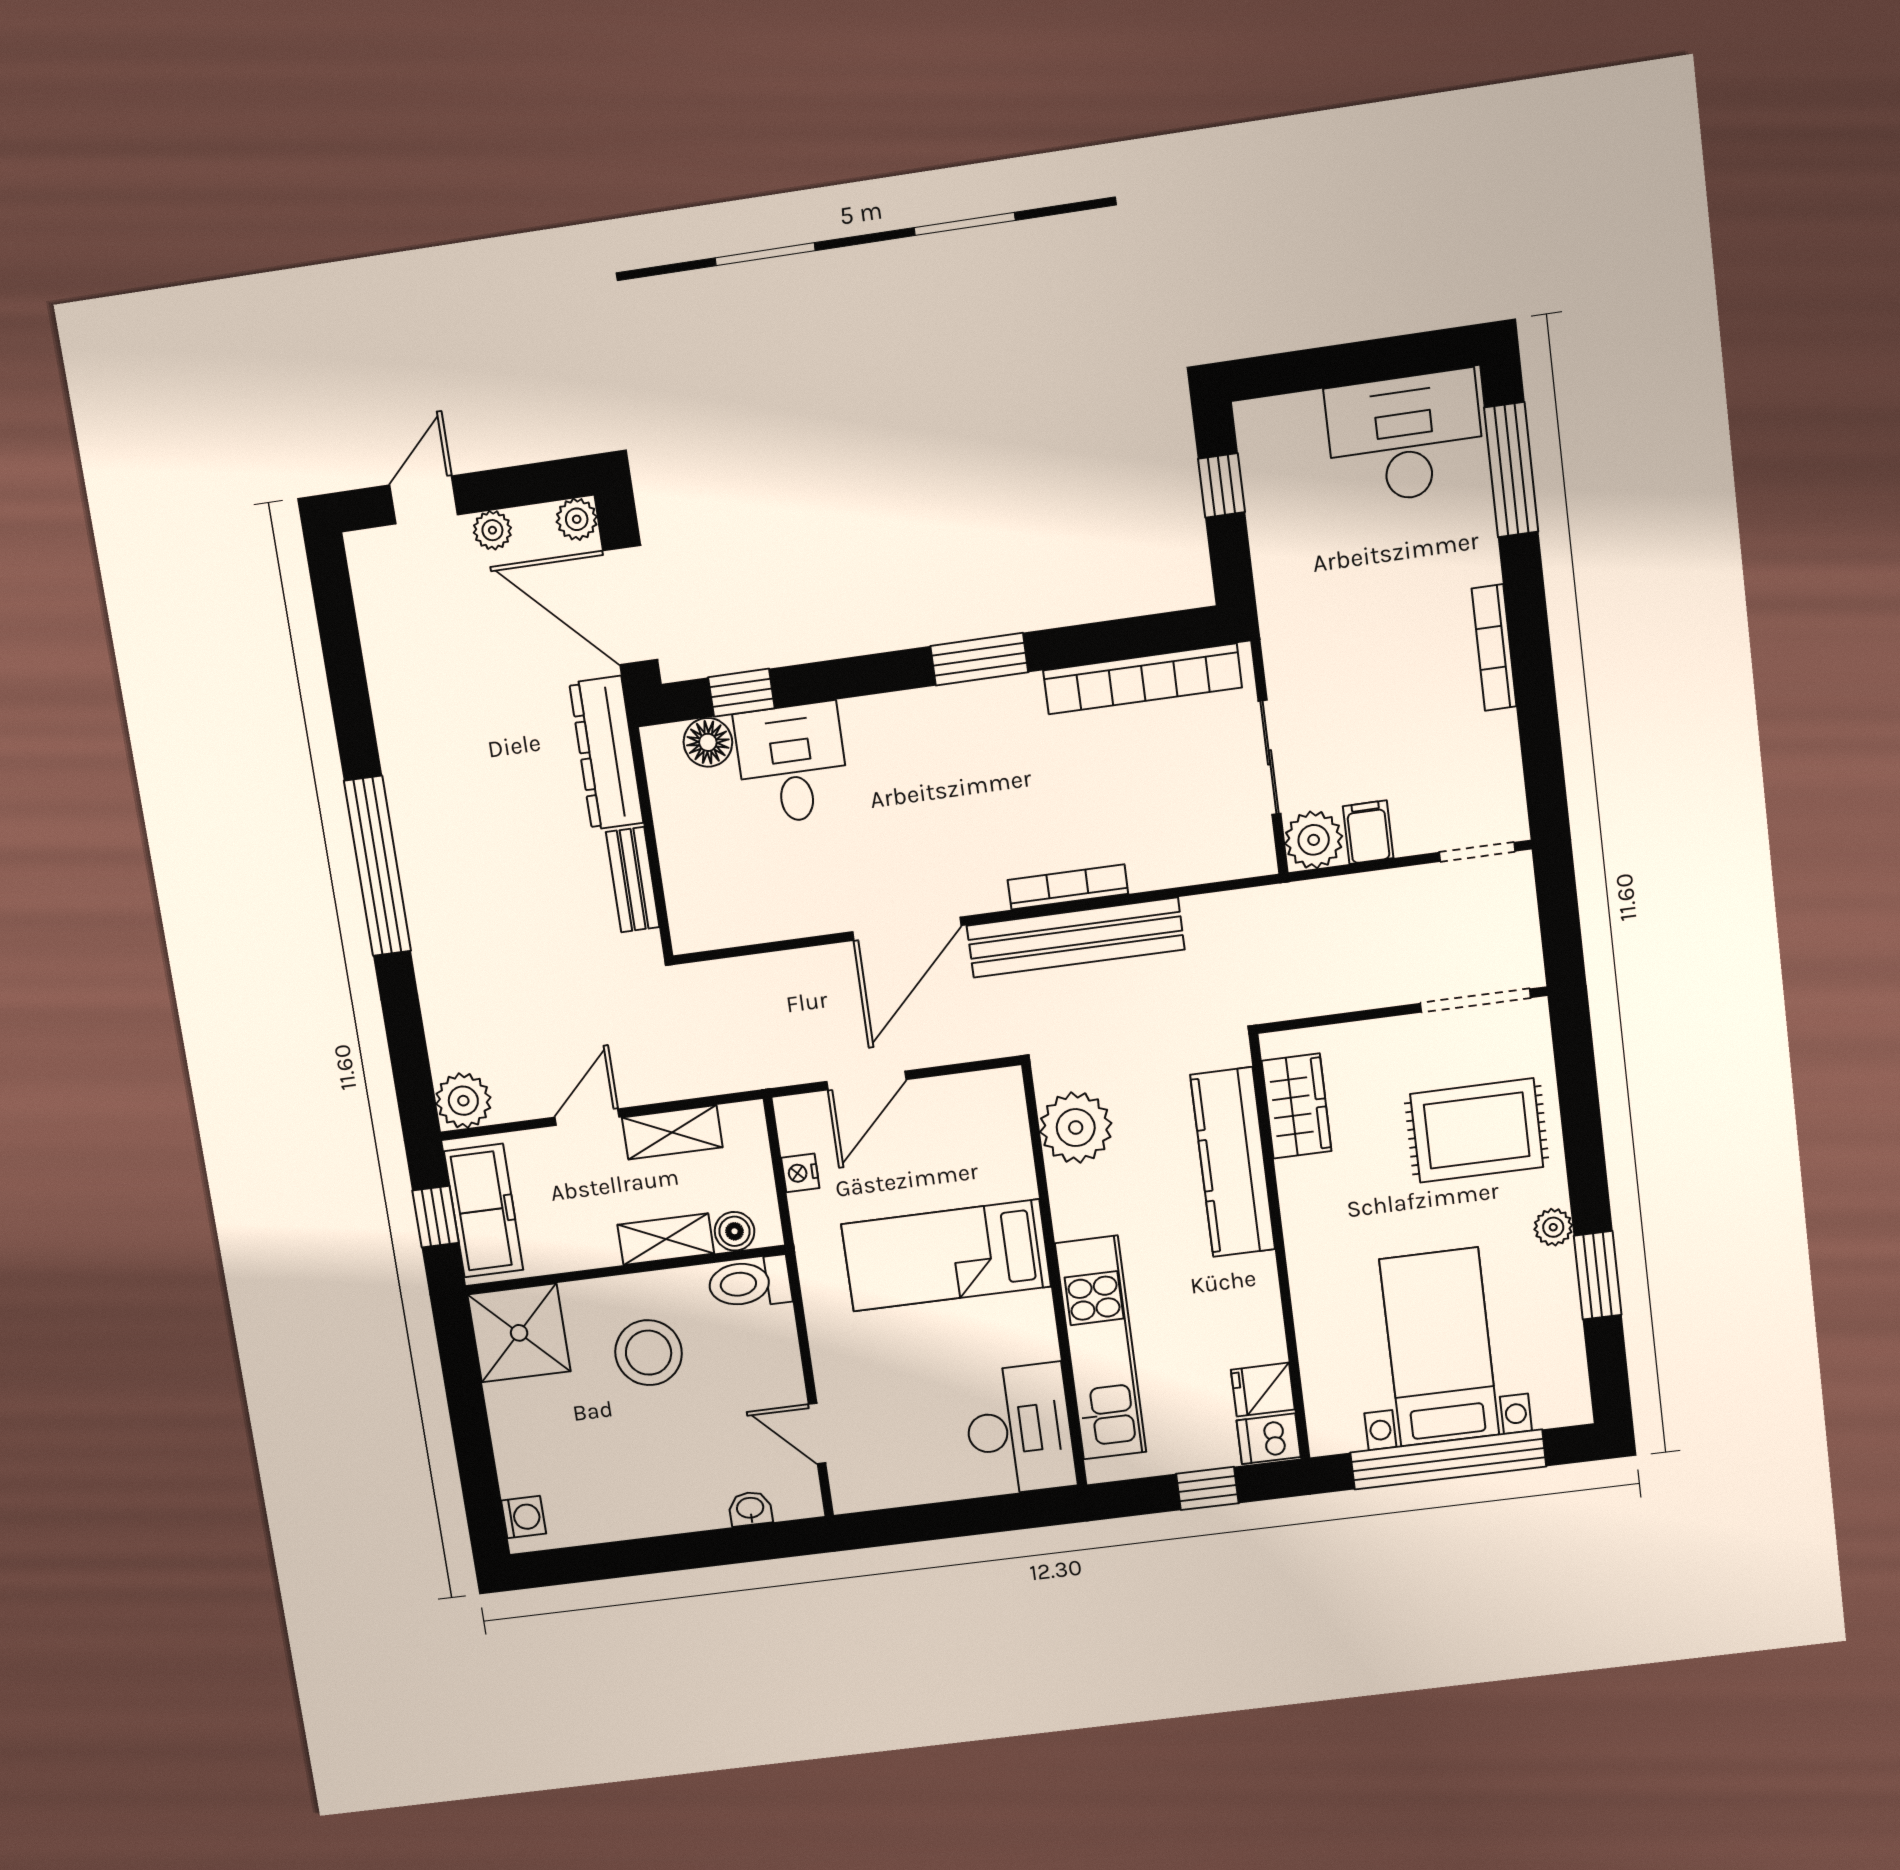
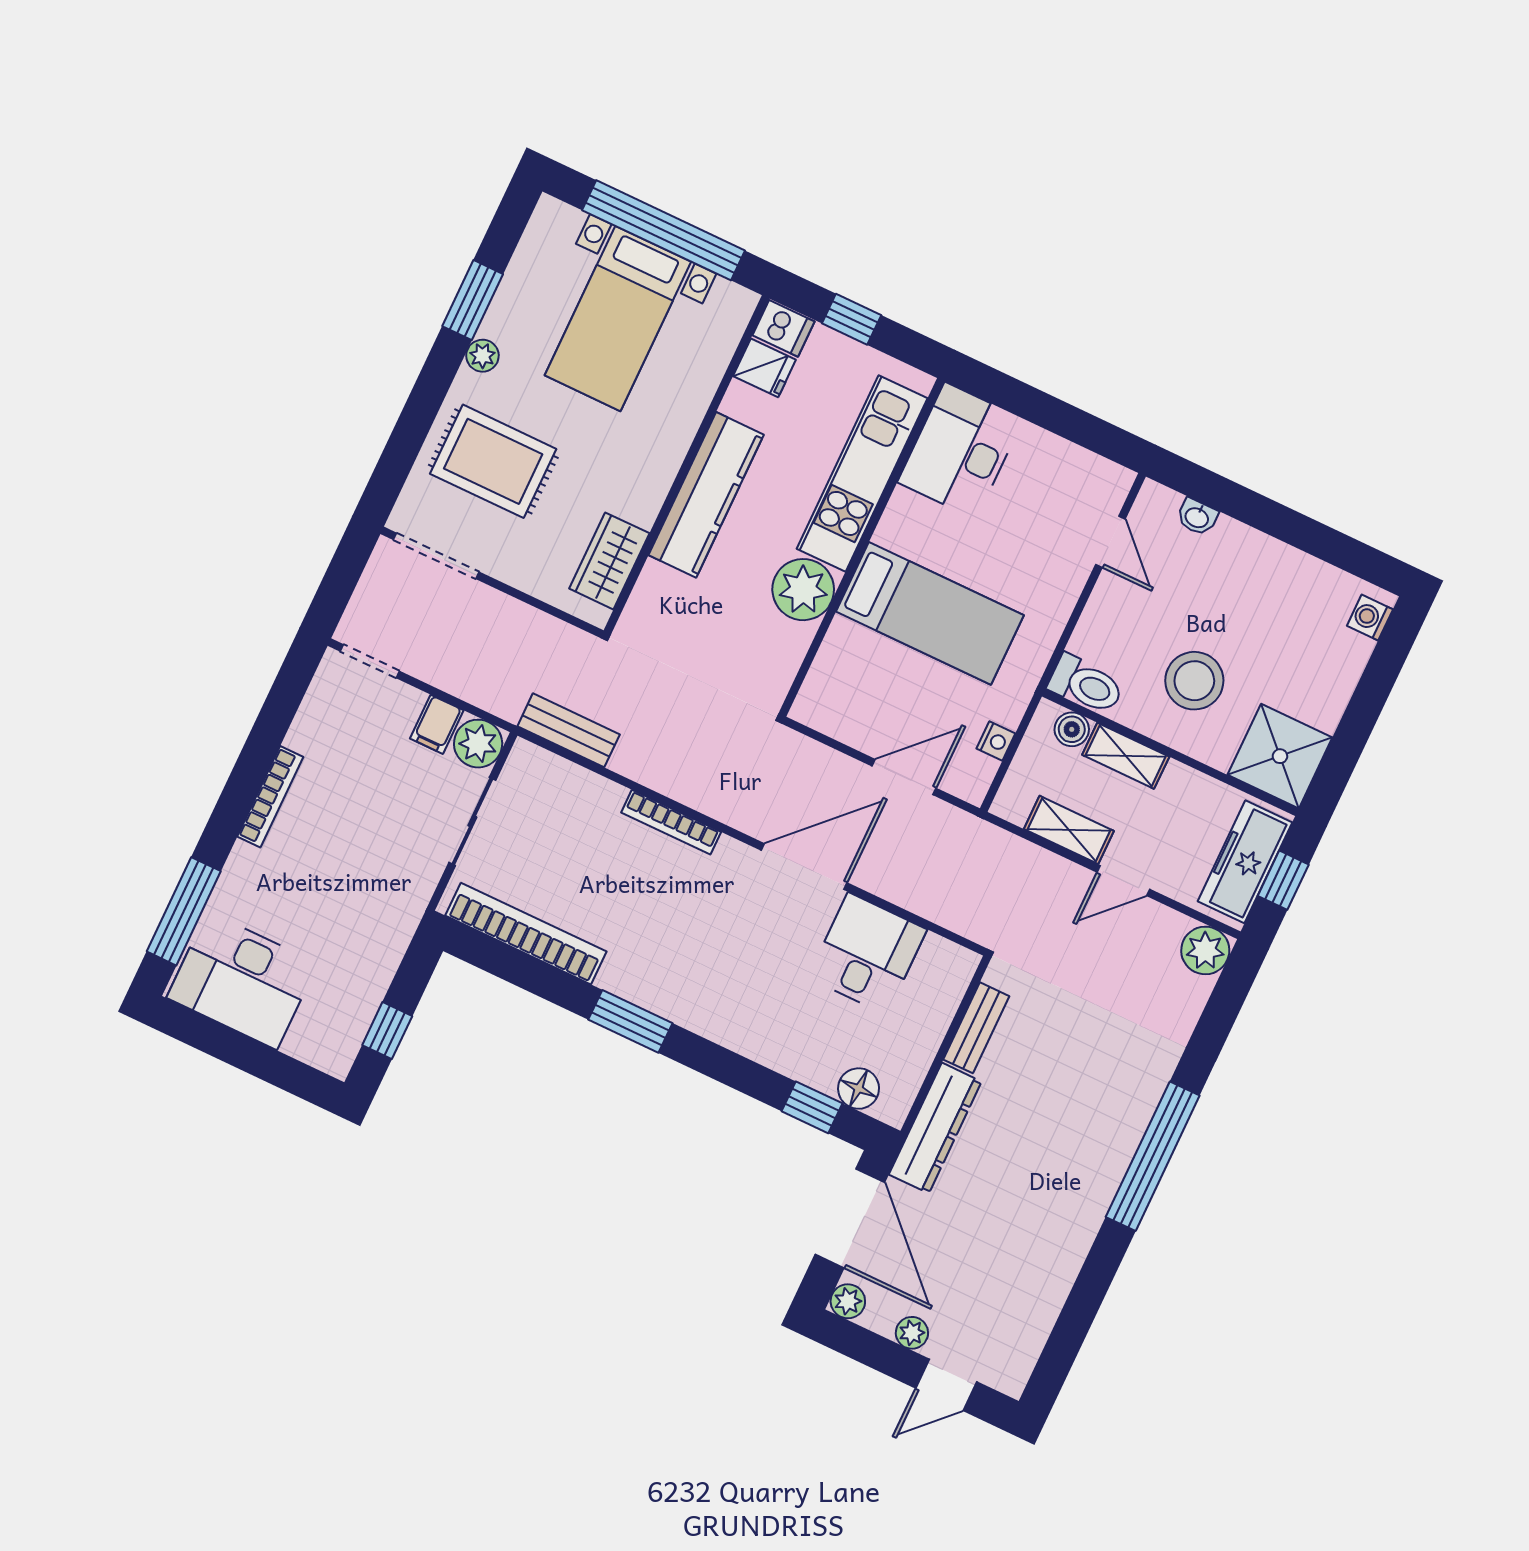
desk: (792, 763) -> (867, 953), moved, turned 180
bench: (1075, 938) -> (569, 730), moved, width x0.54, depth x0.82
plant: (1076, 1128) -> (803, 590), moved
kitchen counter: (1233, 1162) -> (706, 495), moved

